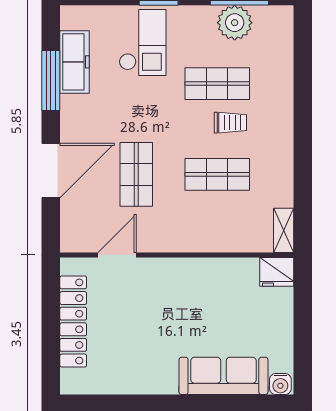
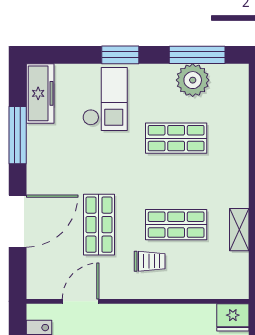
freezer: (74, 62) -> (40, 93), moved
trolley: (230, 123) -> (150, 261), moved
shelving: (284, 230) -> (239, 230), moved

